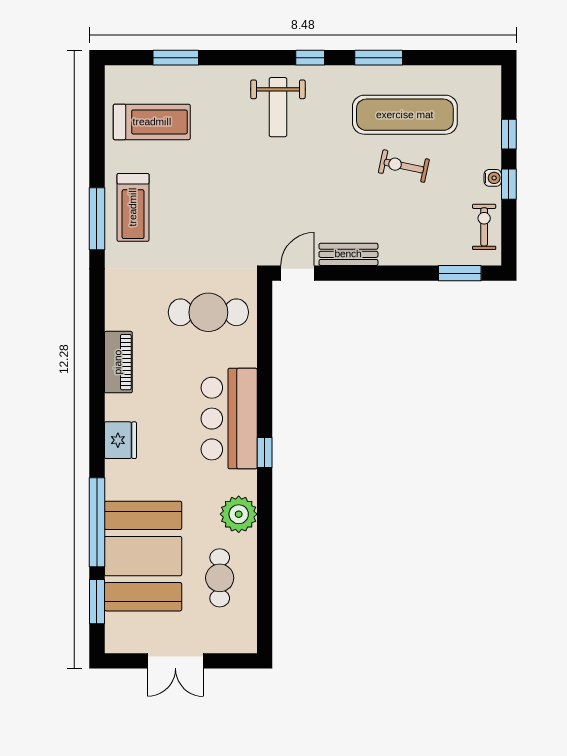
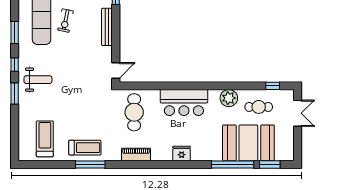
window: (176, 58) -> (15, 93), moved
bench: (348, 254) -> (107, 27), moved, width x1.36
door: (298, 273) -> (116, 70), swing flipped
piano: (118, 362) -> (136, 155), moved
fridge: (120, 440) -> (182, 154), moved
window: (265, 453) -> (273, 86), moved
double door: (175, 661) -> (298, 113), moved

